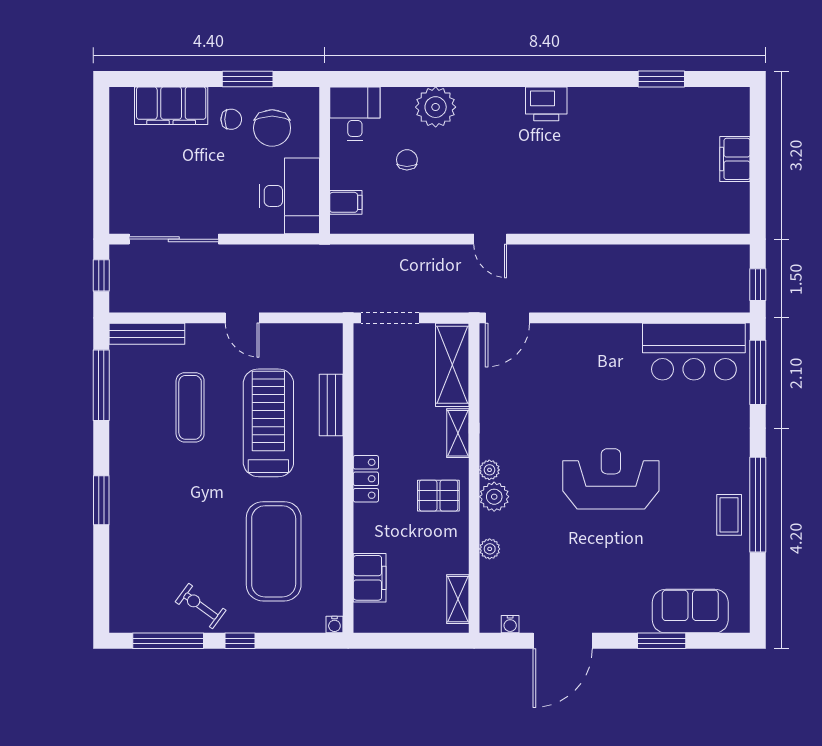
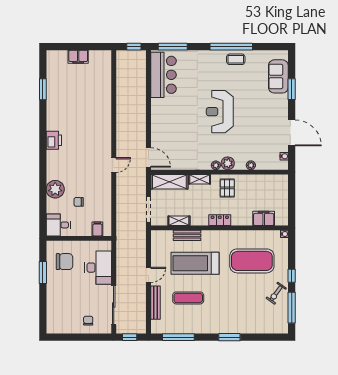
filing cabinet: (171, 106) -> (55, 306), removed
chair: (231, 119) -> (88, 321), moved
desk: (289, 196) -> (98, 268), moved, turned 90
bench: (147, 334) -> (156, 303), moved
shelving: (458, 599) -> (179, 221), moved

